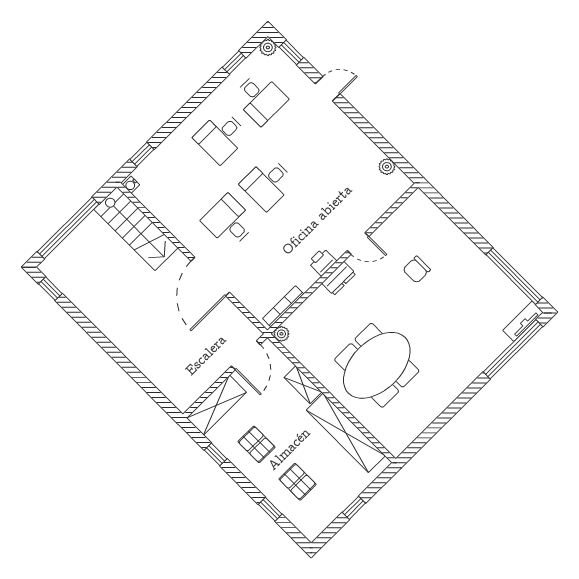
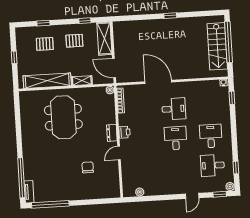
stairs: (136, 229) -> (217, 46), moved, turned -90
window: (50, 289) -> (170, 16), moved

